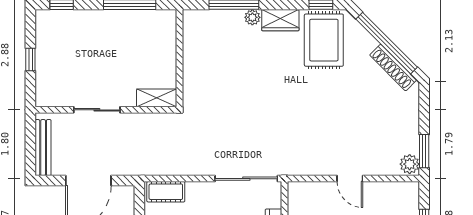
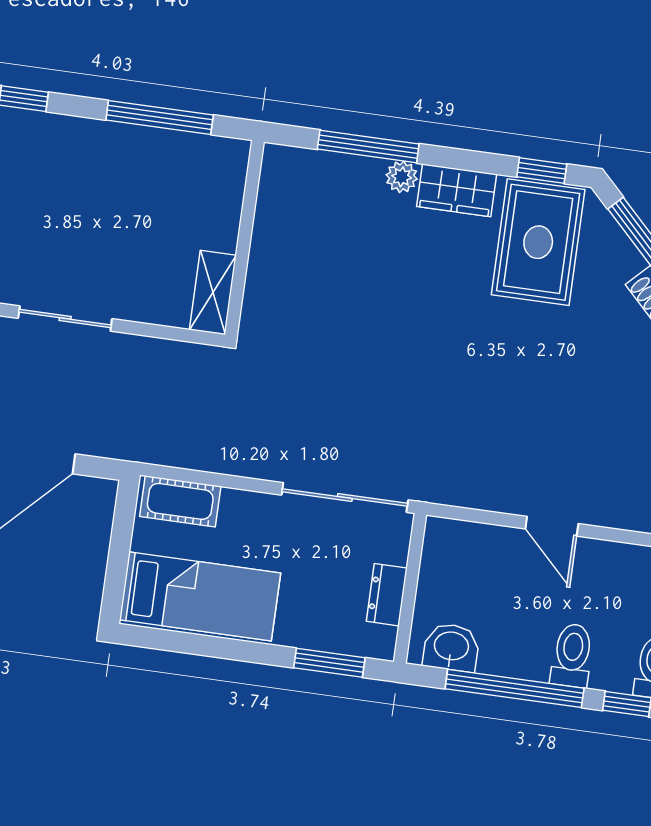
shelving: (157, 98) -> (213, 292), moved, turned 90

